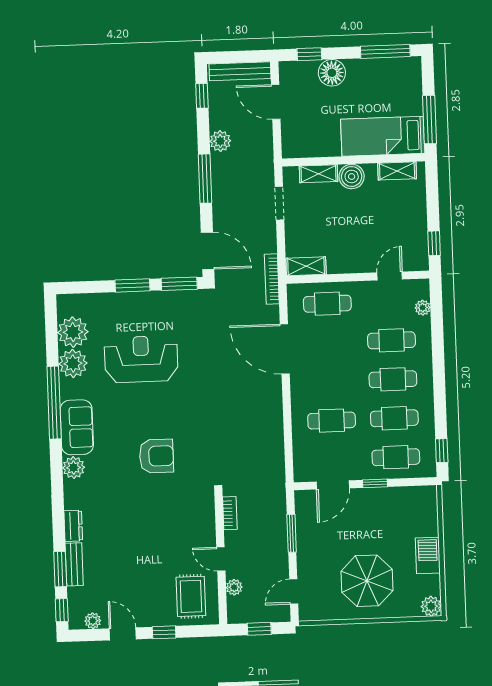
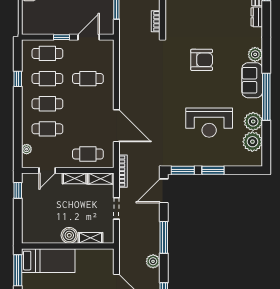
shelving: (397, 171) -> (75, 178), moved
doorway: (279, 203) -> (116, 208), moved
door: (208, 251) -> (164, 191), hinge flipped
window: (442, 451) -> (18, 79), moved
armchair: (156, 456) -> (202, 60), turned 180

